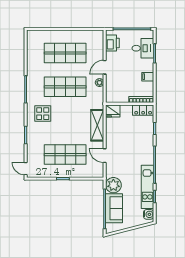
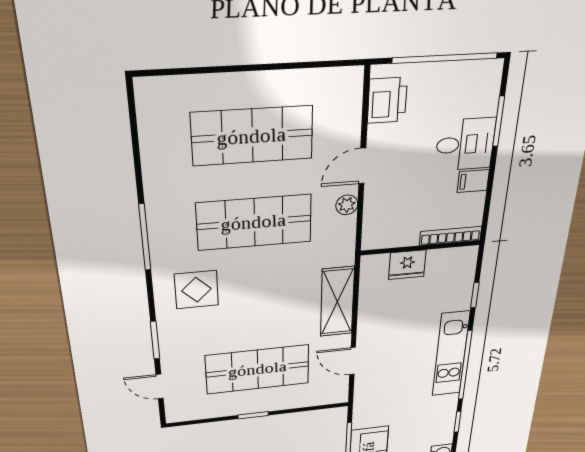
desk: (143, 48) -> (465, 144), moved
locker: (143, 110) -> (453, 259), removed
fridge: (113, 111) -> (407, 265), moved
door: (26, 169) -> (160, 386), moved
plant: (113, 185) -> (370, 413), removed
kitchen unit: (147, 187) -> (451, 354), moved

